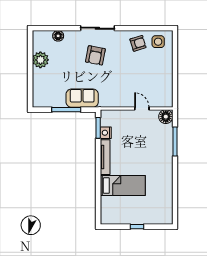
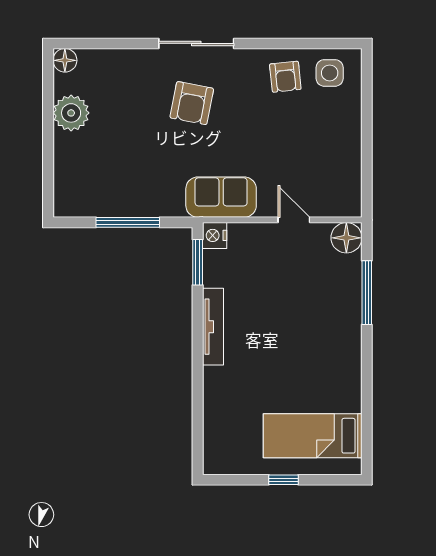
floor lamp: (58, 36) -> (65, 60), moved
armchair: (138, 43) -> (285, 77), turned 101
sofa: (82, 98) -> (221, 197), moved
nightstand: (106, 133) -> (215, 235), moved
bed: (123, 186) -> (313, 436), moved, turned 180

